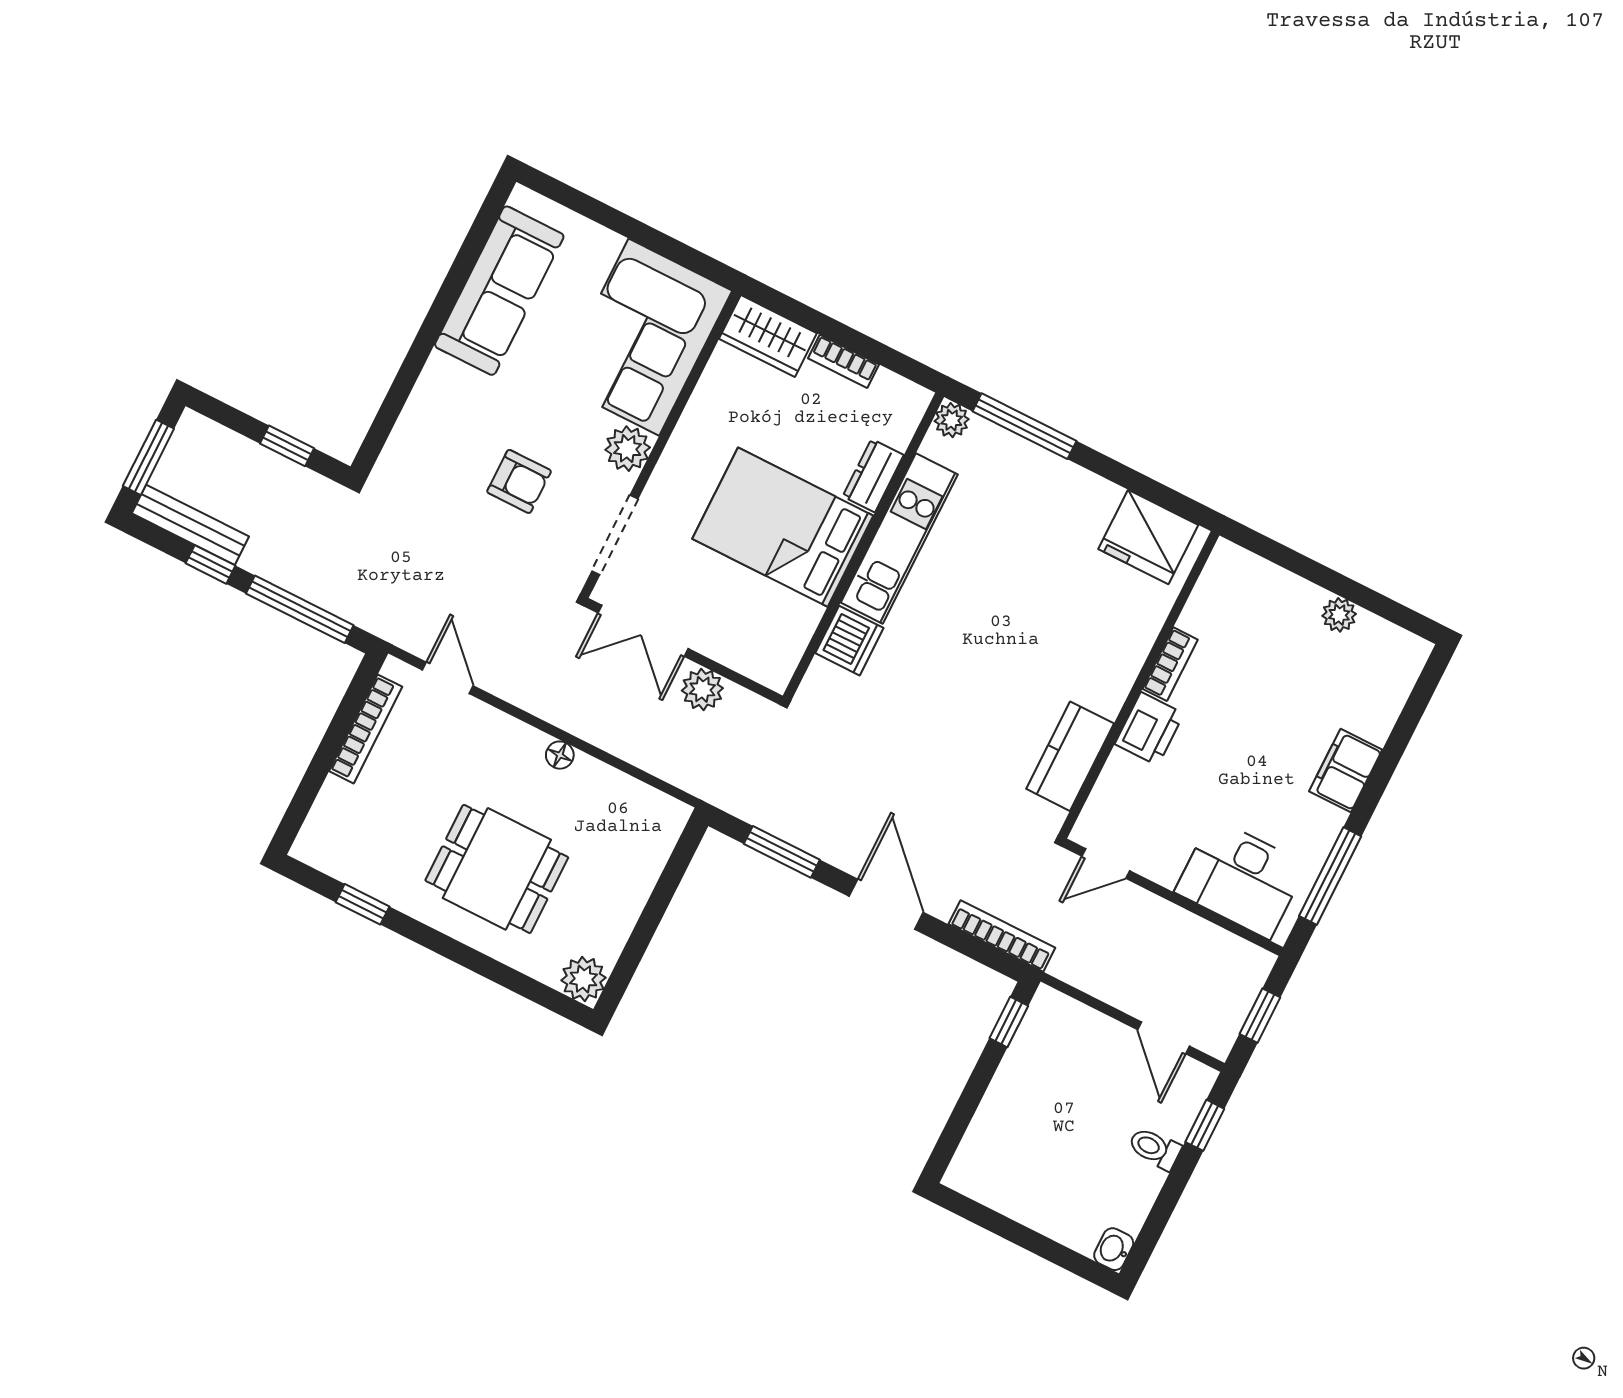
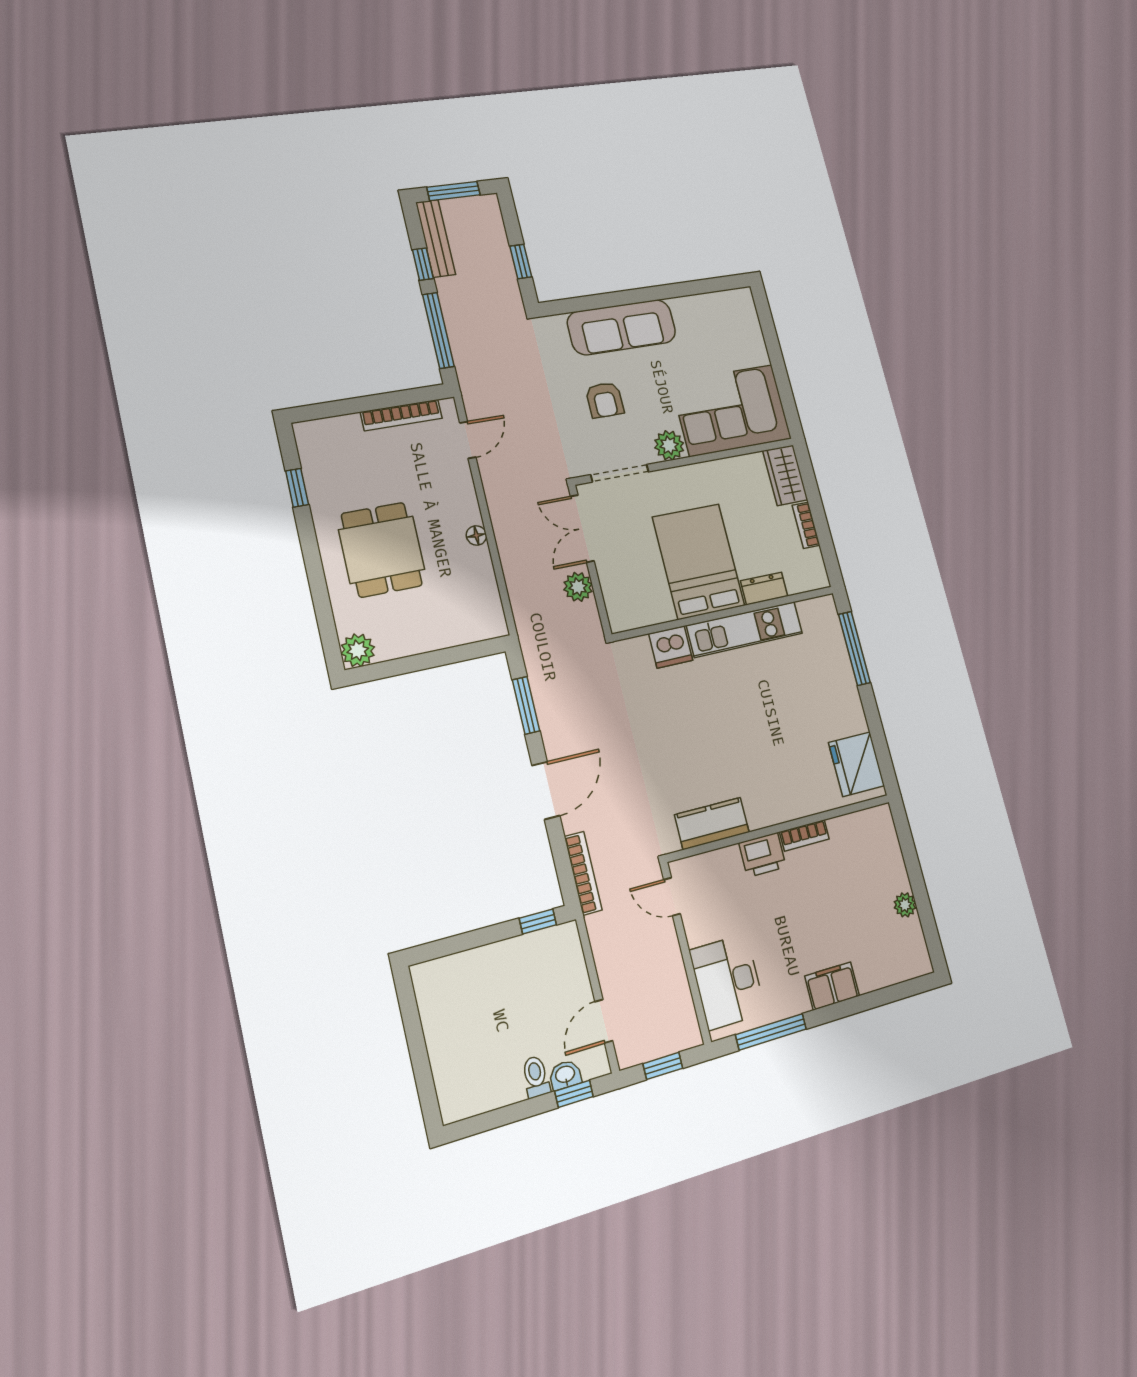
sofa: (499, 291) -> (622, 327), moved
plant: (952, 420) -> (825, 607), removed
washbasin: (1114, 1249) -> (565, 1075), moved

